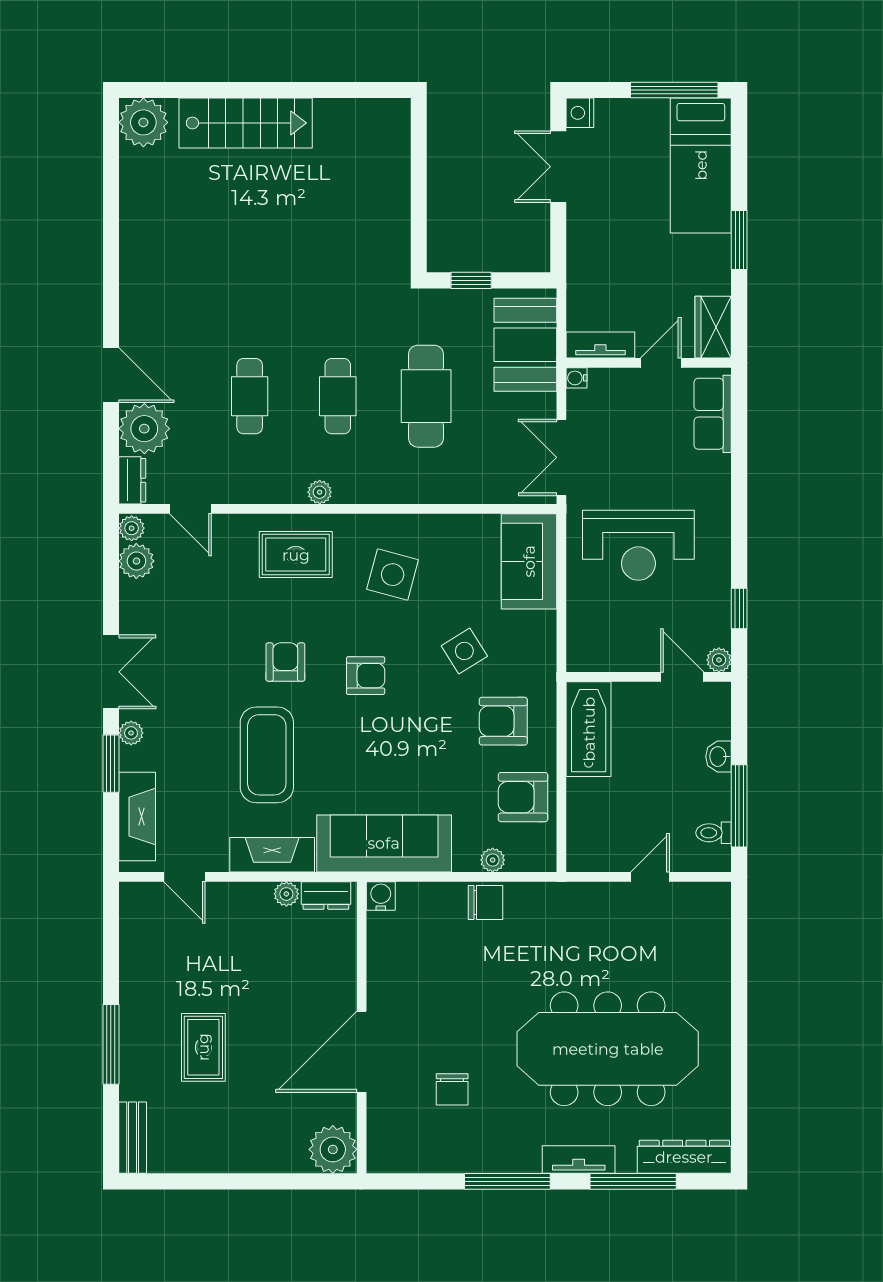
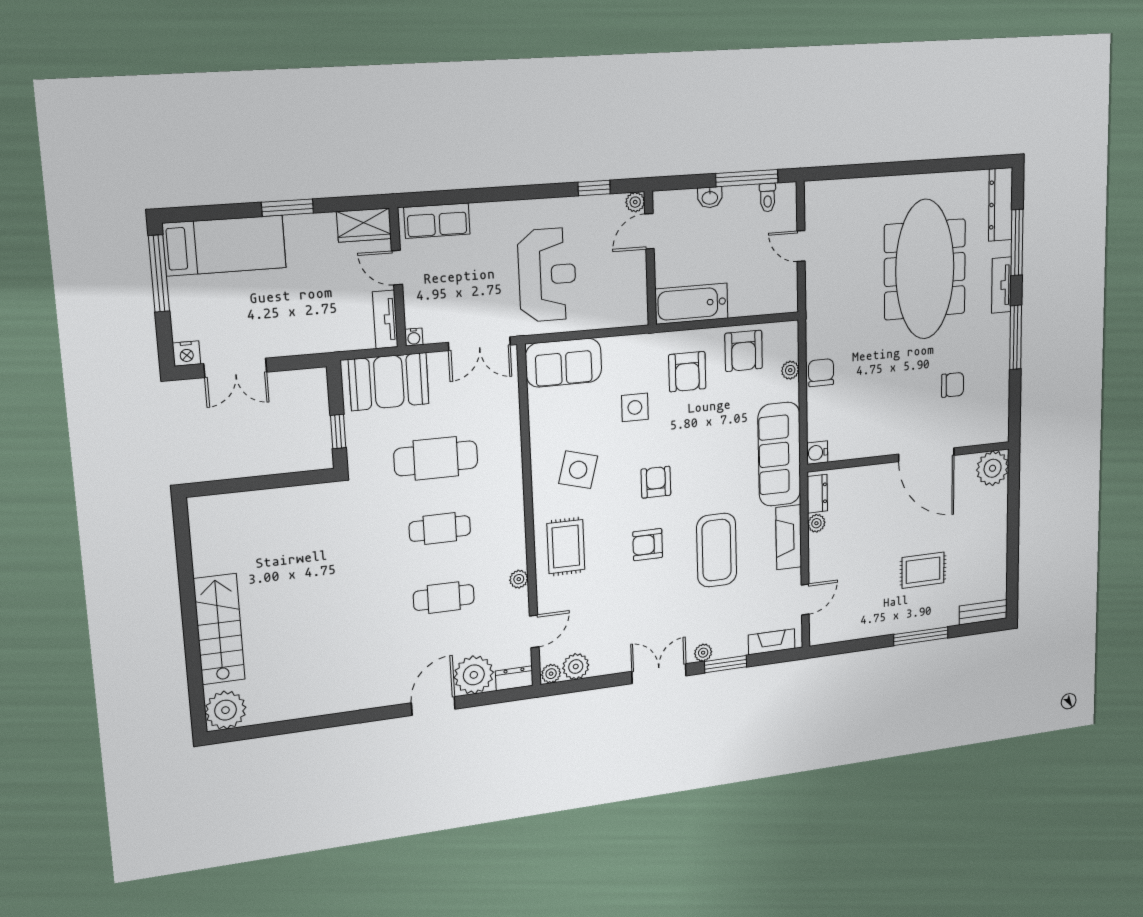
plant: (320, 492) -> (519, 579), moved
side table: (464, 651) -> (635, 407), turned 32
coffee table: (267, 755) -> (717, 550), turned 90
fireplace: (137, 817) -> (772, 642), width x0.73, depth x0.76

